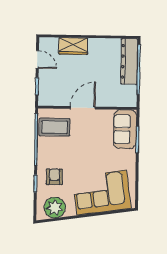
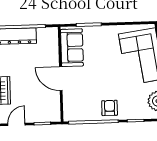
coffee table: (54, 127) -> (81, 105), removed
sofa: (125, 129) -> (72, 48), moved, turned -90
armchair: (54, 177) -> (110, 108), moved, turned 90

